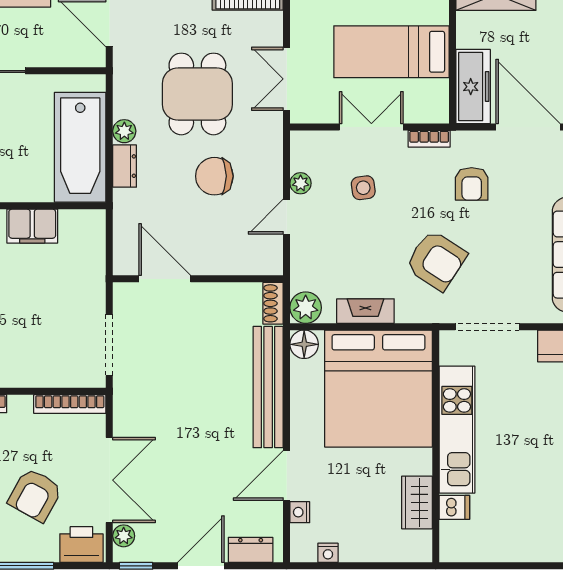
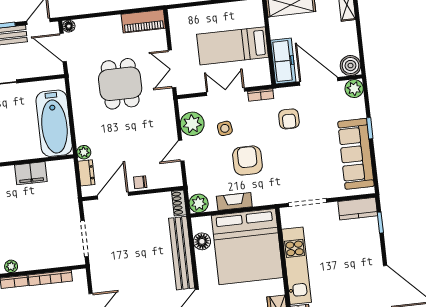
plant: (124, 131) -> (84, 152), moved
dresser: (125, 166) -> (86, 173), moved
chair: (214, 176) -> (140, 182), moved, width x0.54, depth x0.54
plant: (301, 183) -> (192, 124), width x1.87, depth x1.87
armchair: (436, 260) -> (247, 160), moved, turned -123
door: (165, 279) -> (113, 196), hinge flipped
floor lamp: (304, 344) -> (202, 241), moved
bookcase: (70, 404) -> (50, 278), moved

